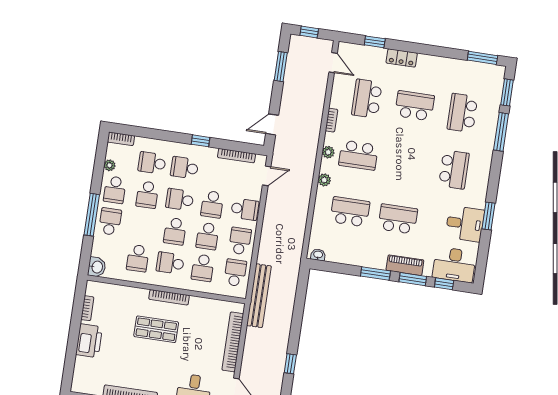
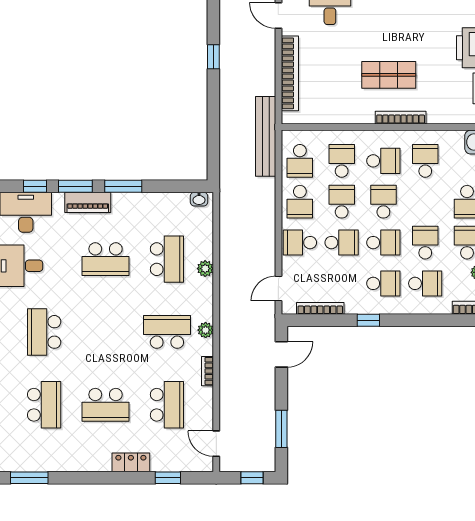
plant: (324, 180) -> (205, 269), moved
school desk: (212, 204) -> (342, 243), turned 90
school desk: (350, 212) -> (167, 259), turned -90
bookcase: (169, 297) -> (401, 118), moved

